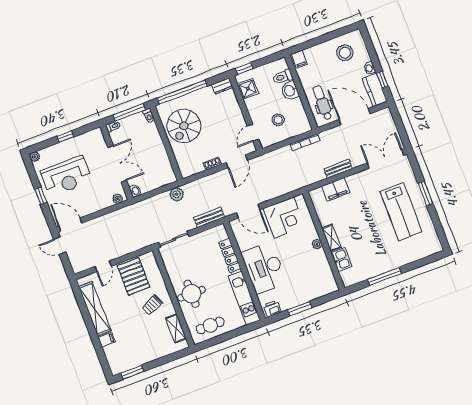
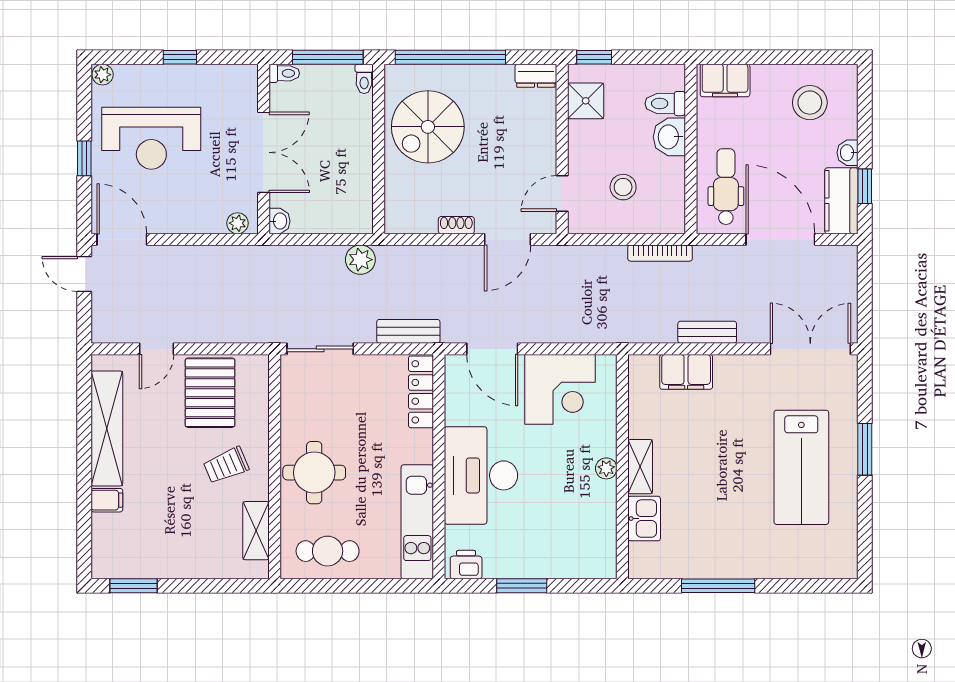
filing cabinet: (299, 59) -> (725, 81), width x2.00
locker: (230, 256) -> (421, 392), moved

